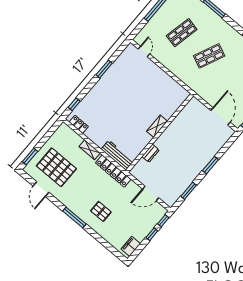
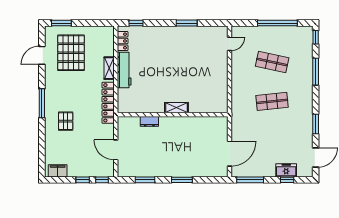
shop shelf: (209, 56) -> (272, 101), turned -30
workbench: (117, 155) -> (124, 70), moved

